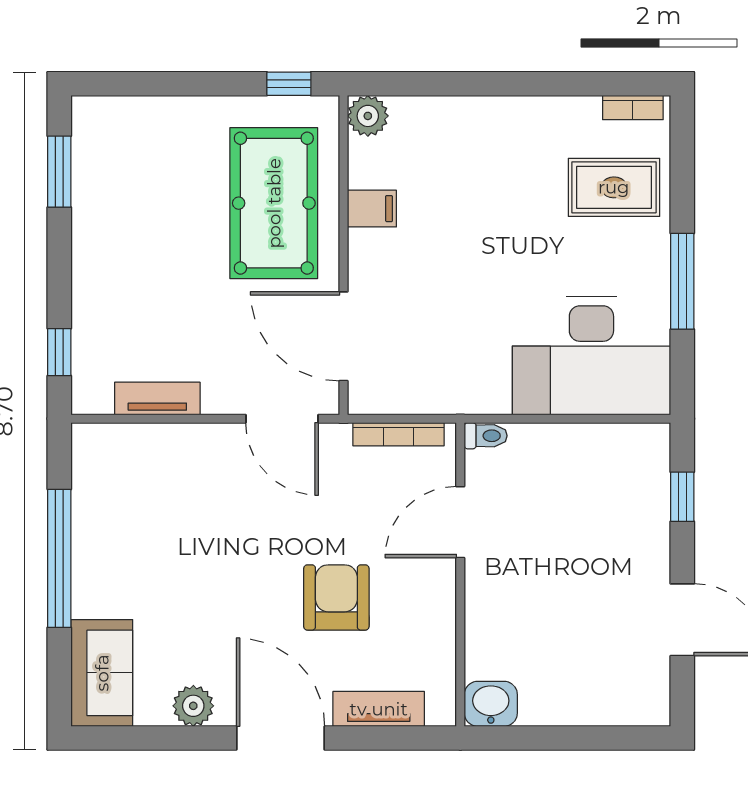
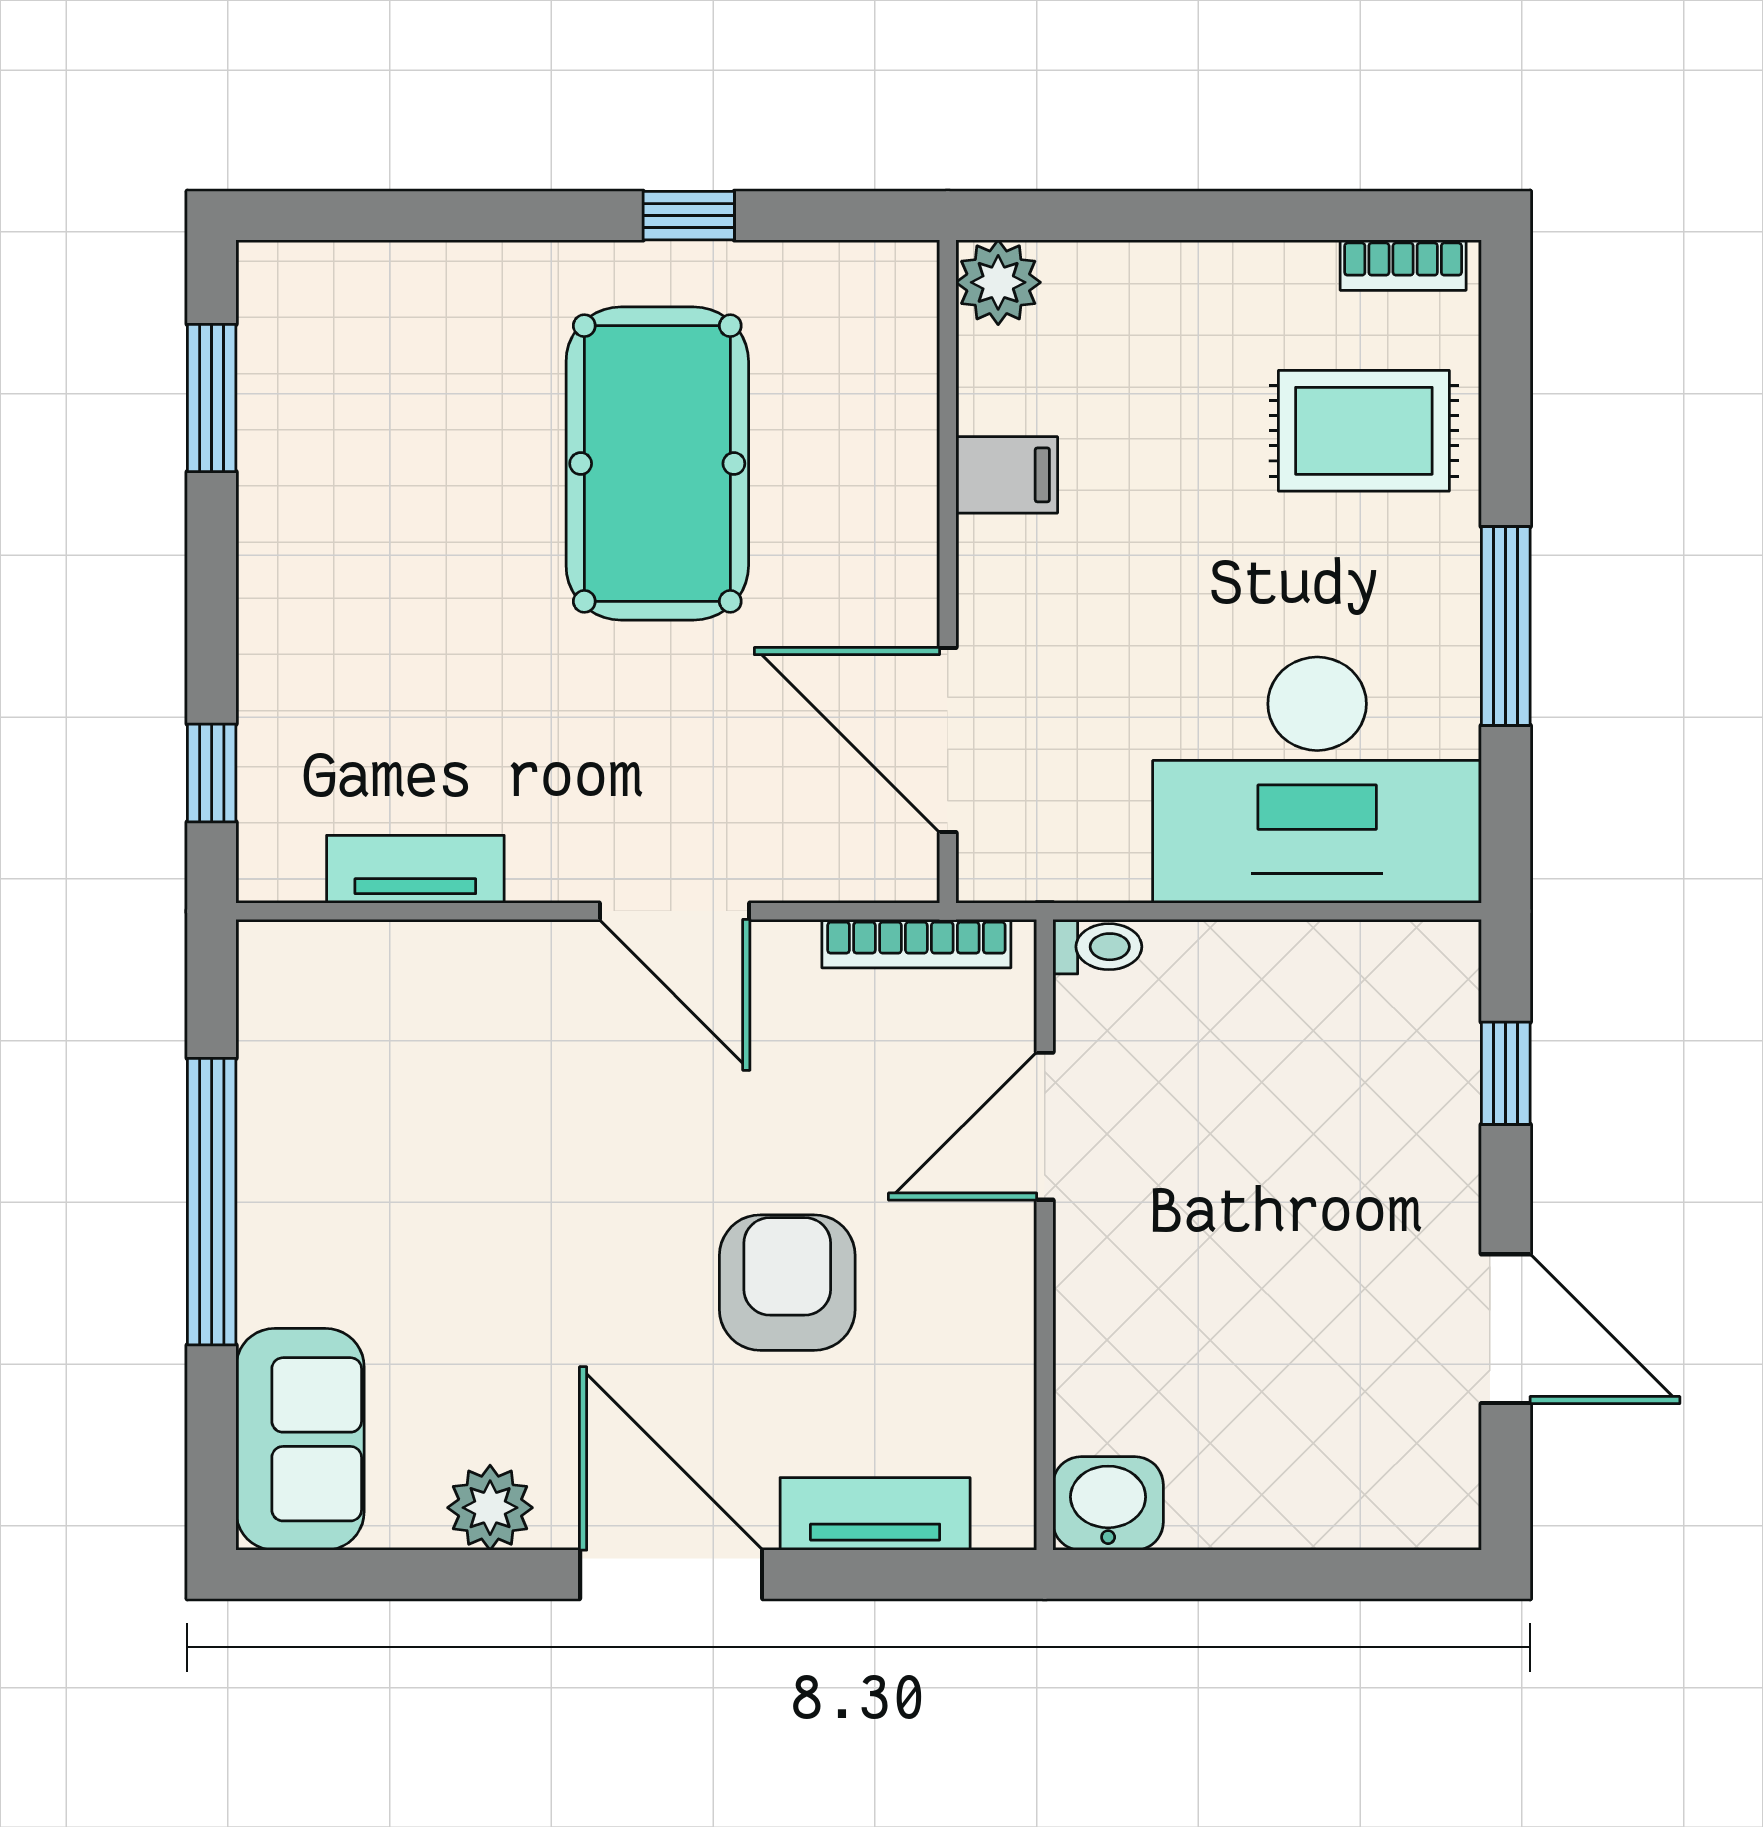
plant: (368, 116) -> (998, 282), moved
filing cabinet: (372, 209) -> (1007, 475), moved
wall: (344, 255) -> (948, 572), moved
door: (344, 336) -> (948, 740), moved

